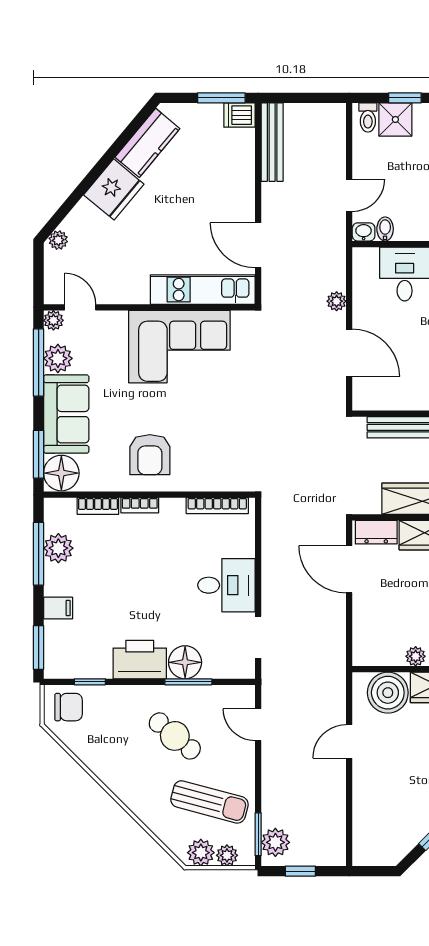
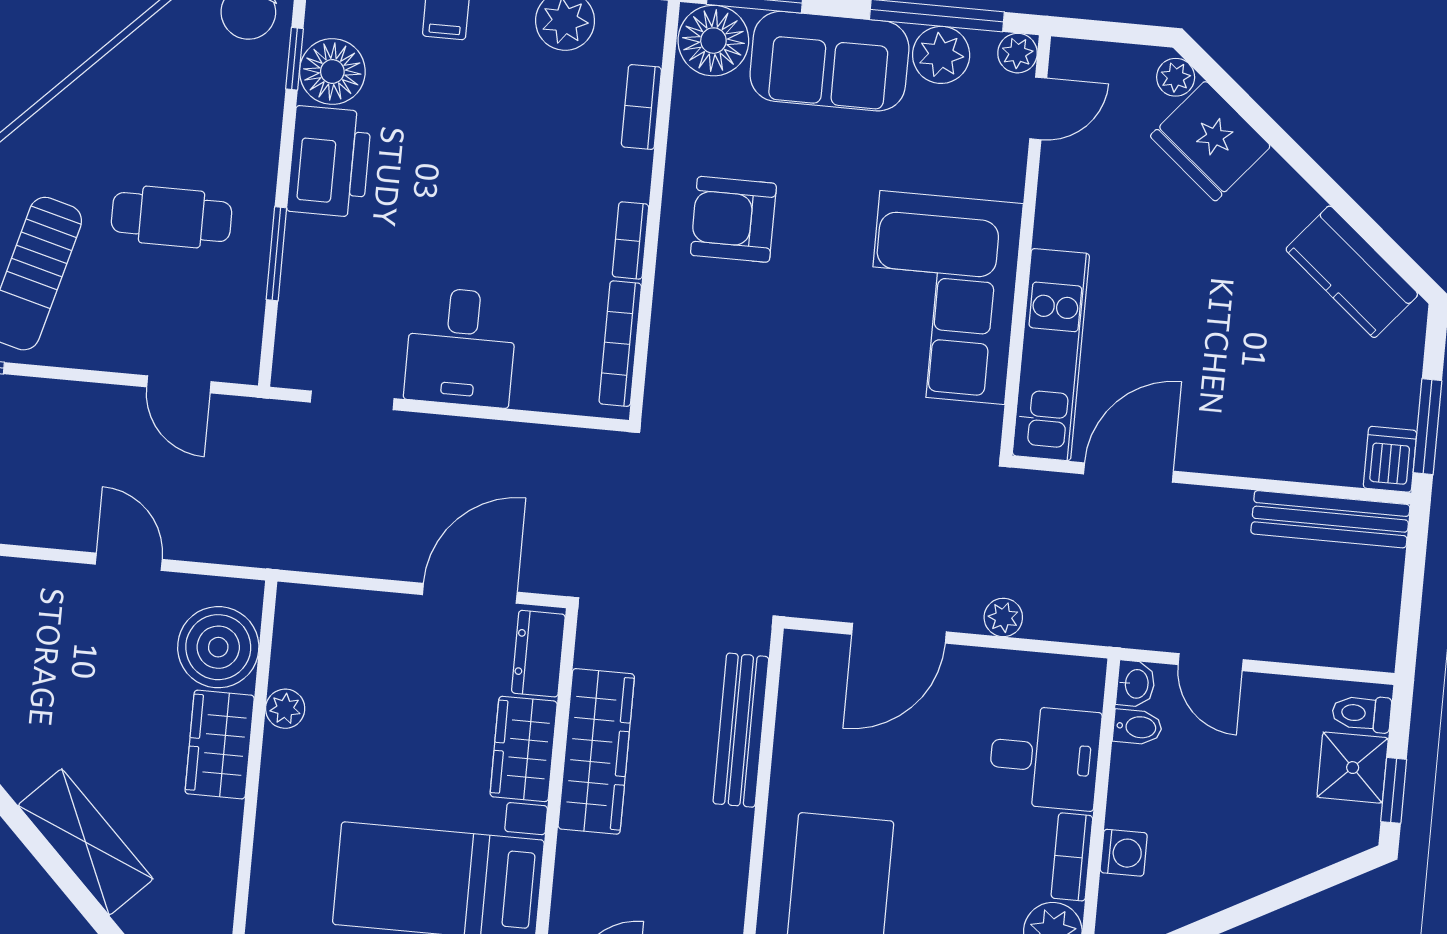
fridge: (114, 189) -> (1210, 141), moved
bookcase: (140, 505) -> (631, 240), moved
floor lamp: (185, 662) -> (332, 71), moved
door: (258, 725) -> (179, 384), swing flipped
cafe table: (175, 736) -> (172, 217), turned 50

